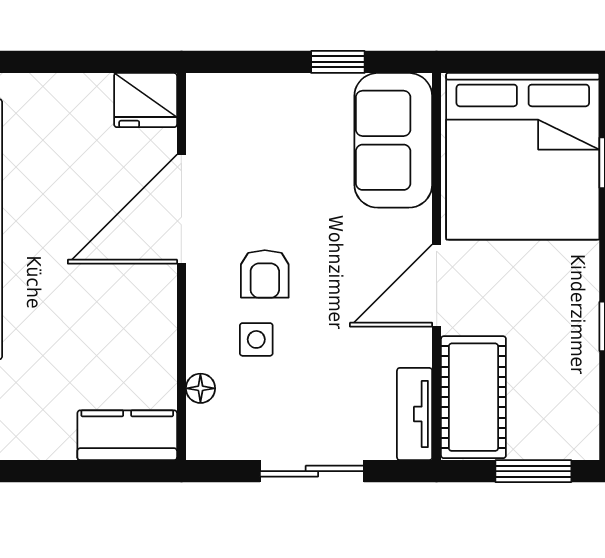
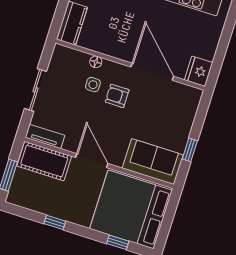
floor lamp: (200, 388) -> (96, 62), moved

